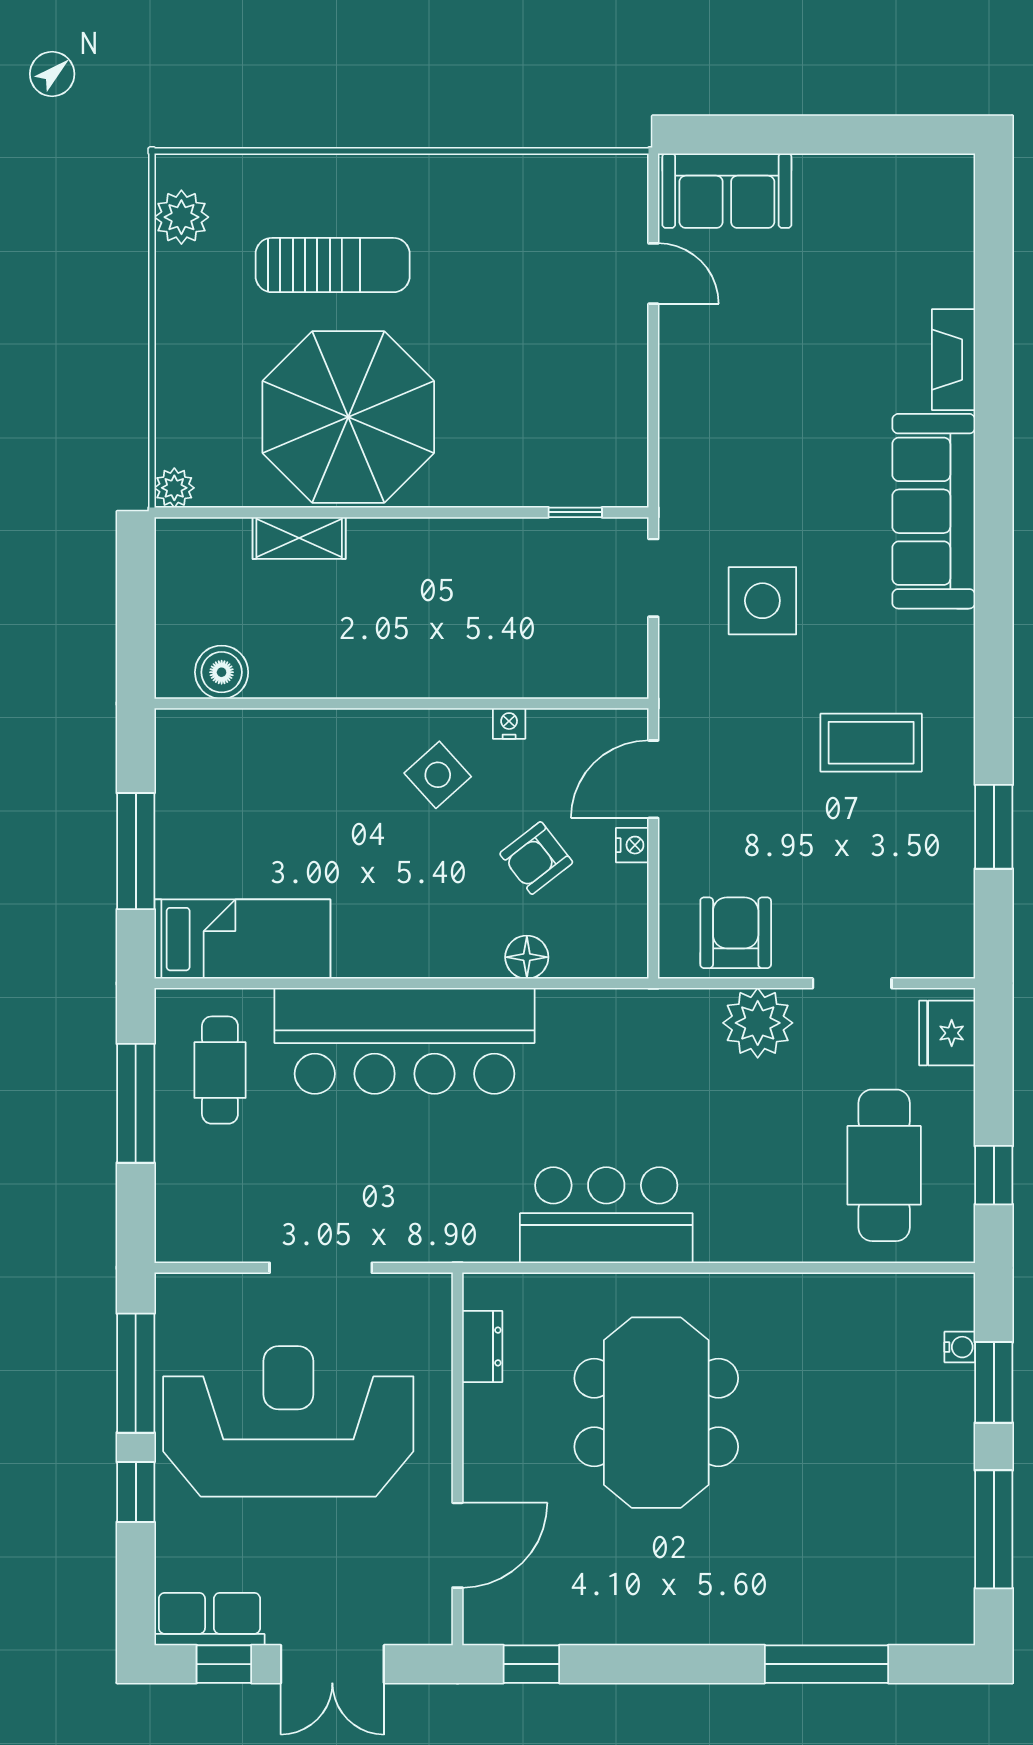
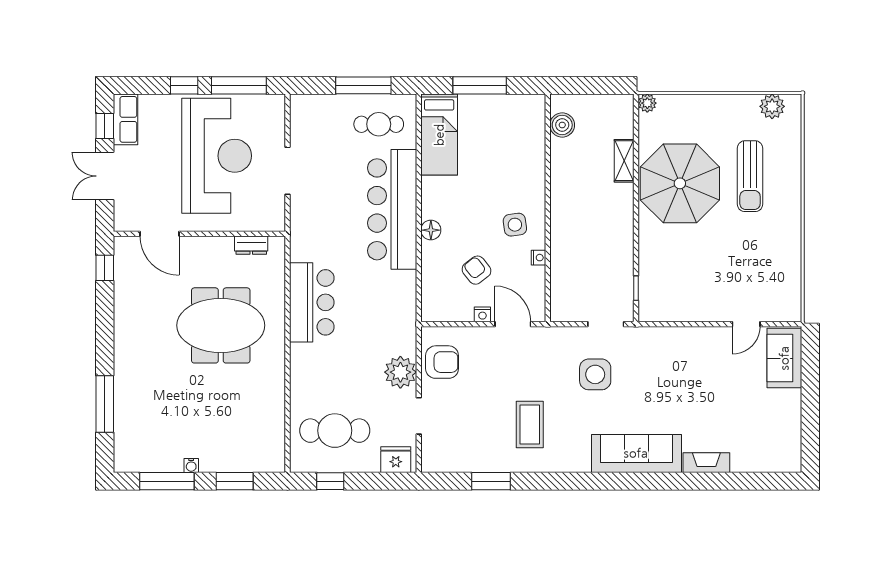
side table: (438, 775) -> (515, 225), turned 34
floor lamp: (527, 957) -> (431, 230), moved
water cooler: (960, 1347) -> (191, 465), moved

